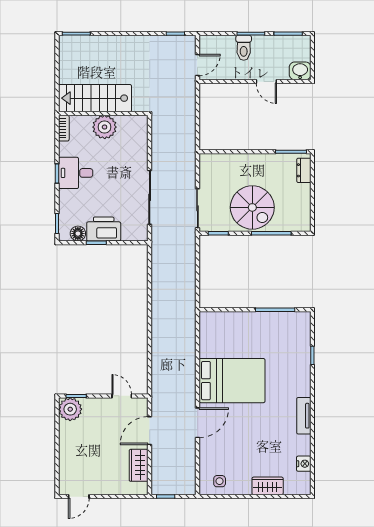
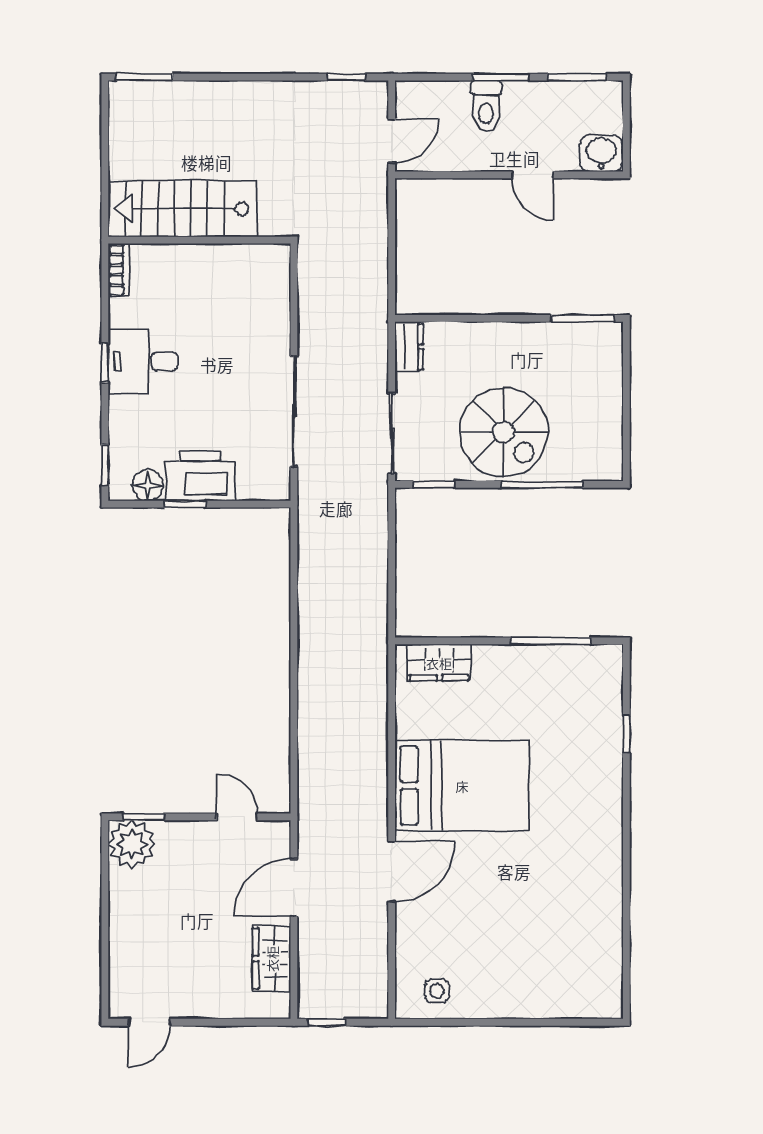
plant: (105, 127) -> (202, 268), removed
dresser: (304, 170) -> (409, 347), moved, turned 180
tv unit: (304, 416) -> (609, 857), removed
nightstand: (304, 464) -> (609, 955), removed
wardrobe: (268, 486) -> (439, 663), moved, turned 180

